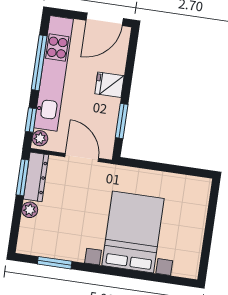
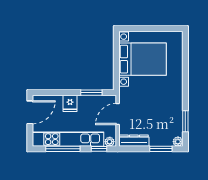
door: (105, 19) -> (30, 112), hinge flipped
window: (22, 177) -> (161, 149), moved
plant: (30, 210) -> (178, 142), moved
bed with nightstands: (133, 232) -> (143, 59), moved, turned 180

